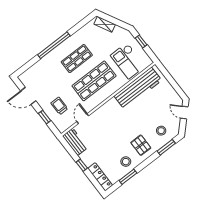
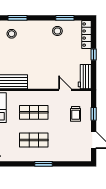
window: (54, 45) -> (44, 164), width x0.47
shop shelf: (94, 81) -> (34, 112), width x0.70, depth x0.74
door: (83, 119) -> (65, 90), swing flipped
pallet: (141, 145) -> (36, 35), removed

